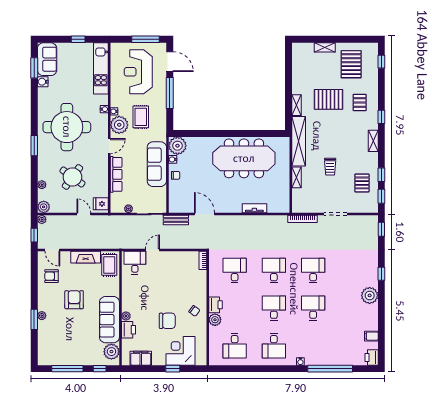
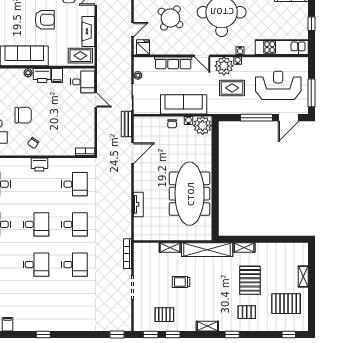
window: (381, 274) -> (43, 335), moved
filing cabinet: (129, 288) -> (57, 76), added
plant: (370, 295) -> (49, 322), removed
plant: (215, 320) -> (24, 164), removed
chair: (167, 321) -> (23, 115), turned -90
printer: (128, 330) -> (42, 75), moved

